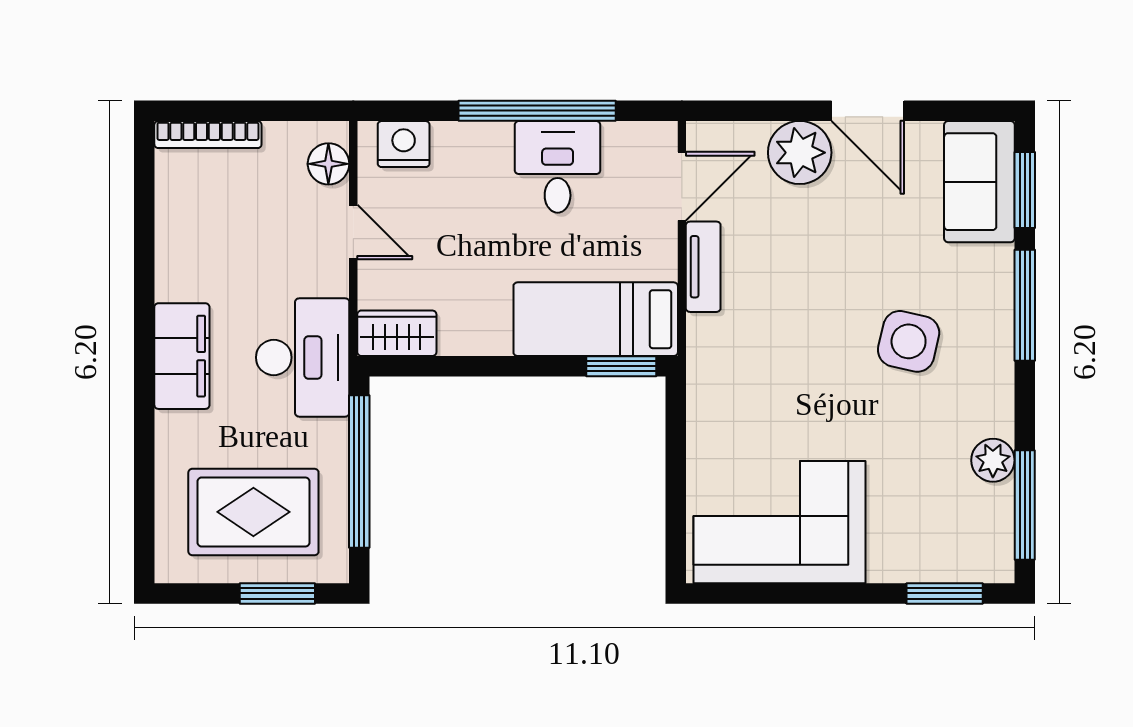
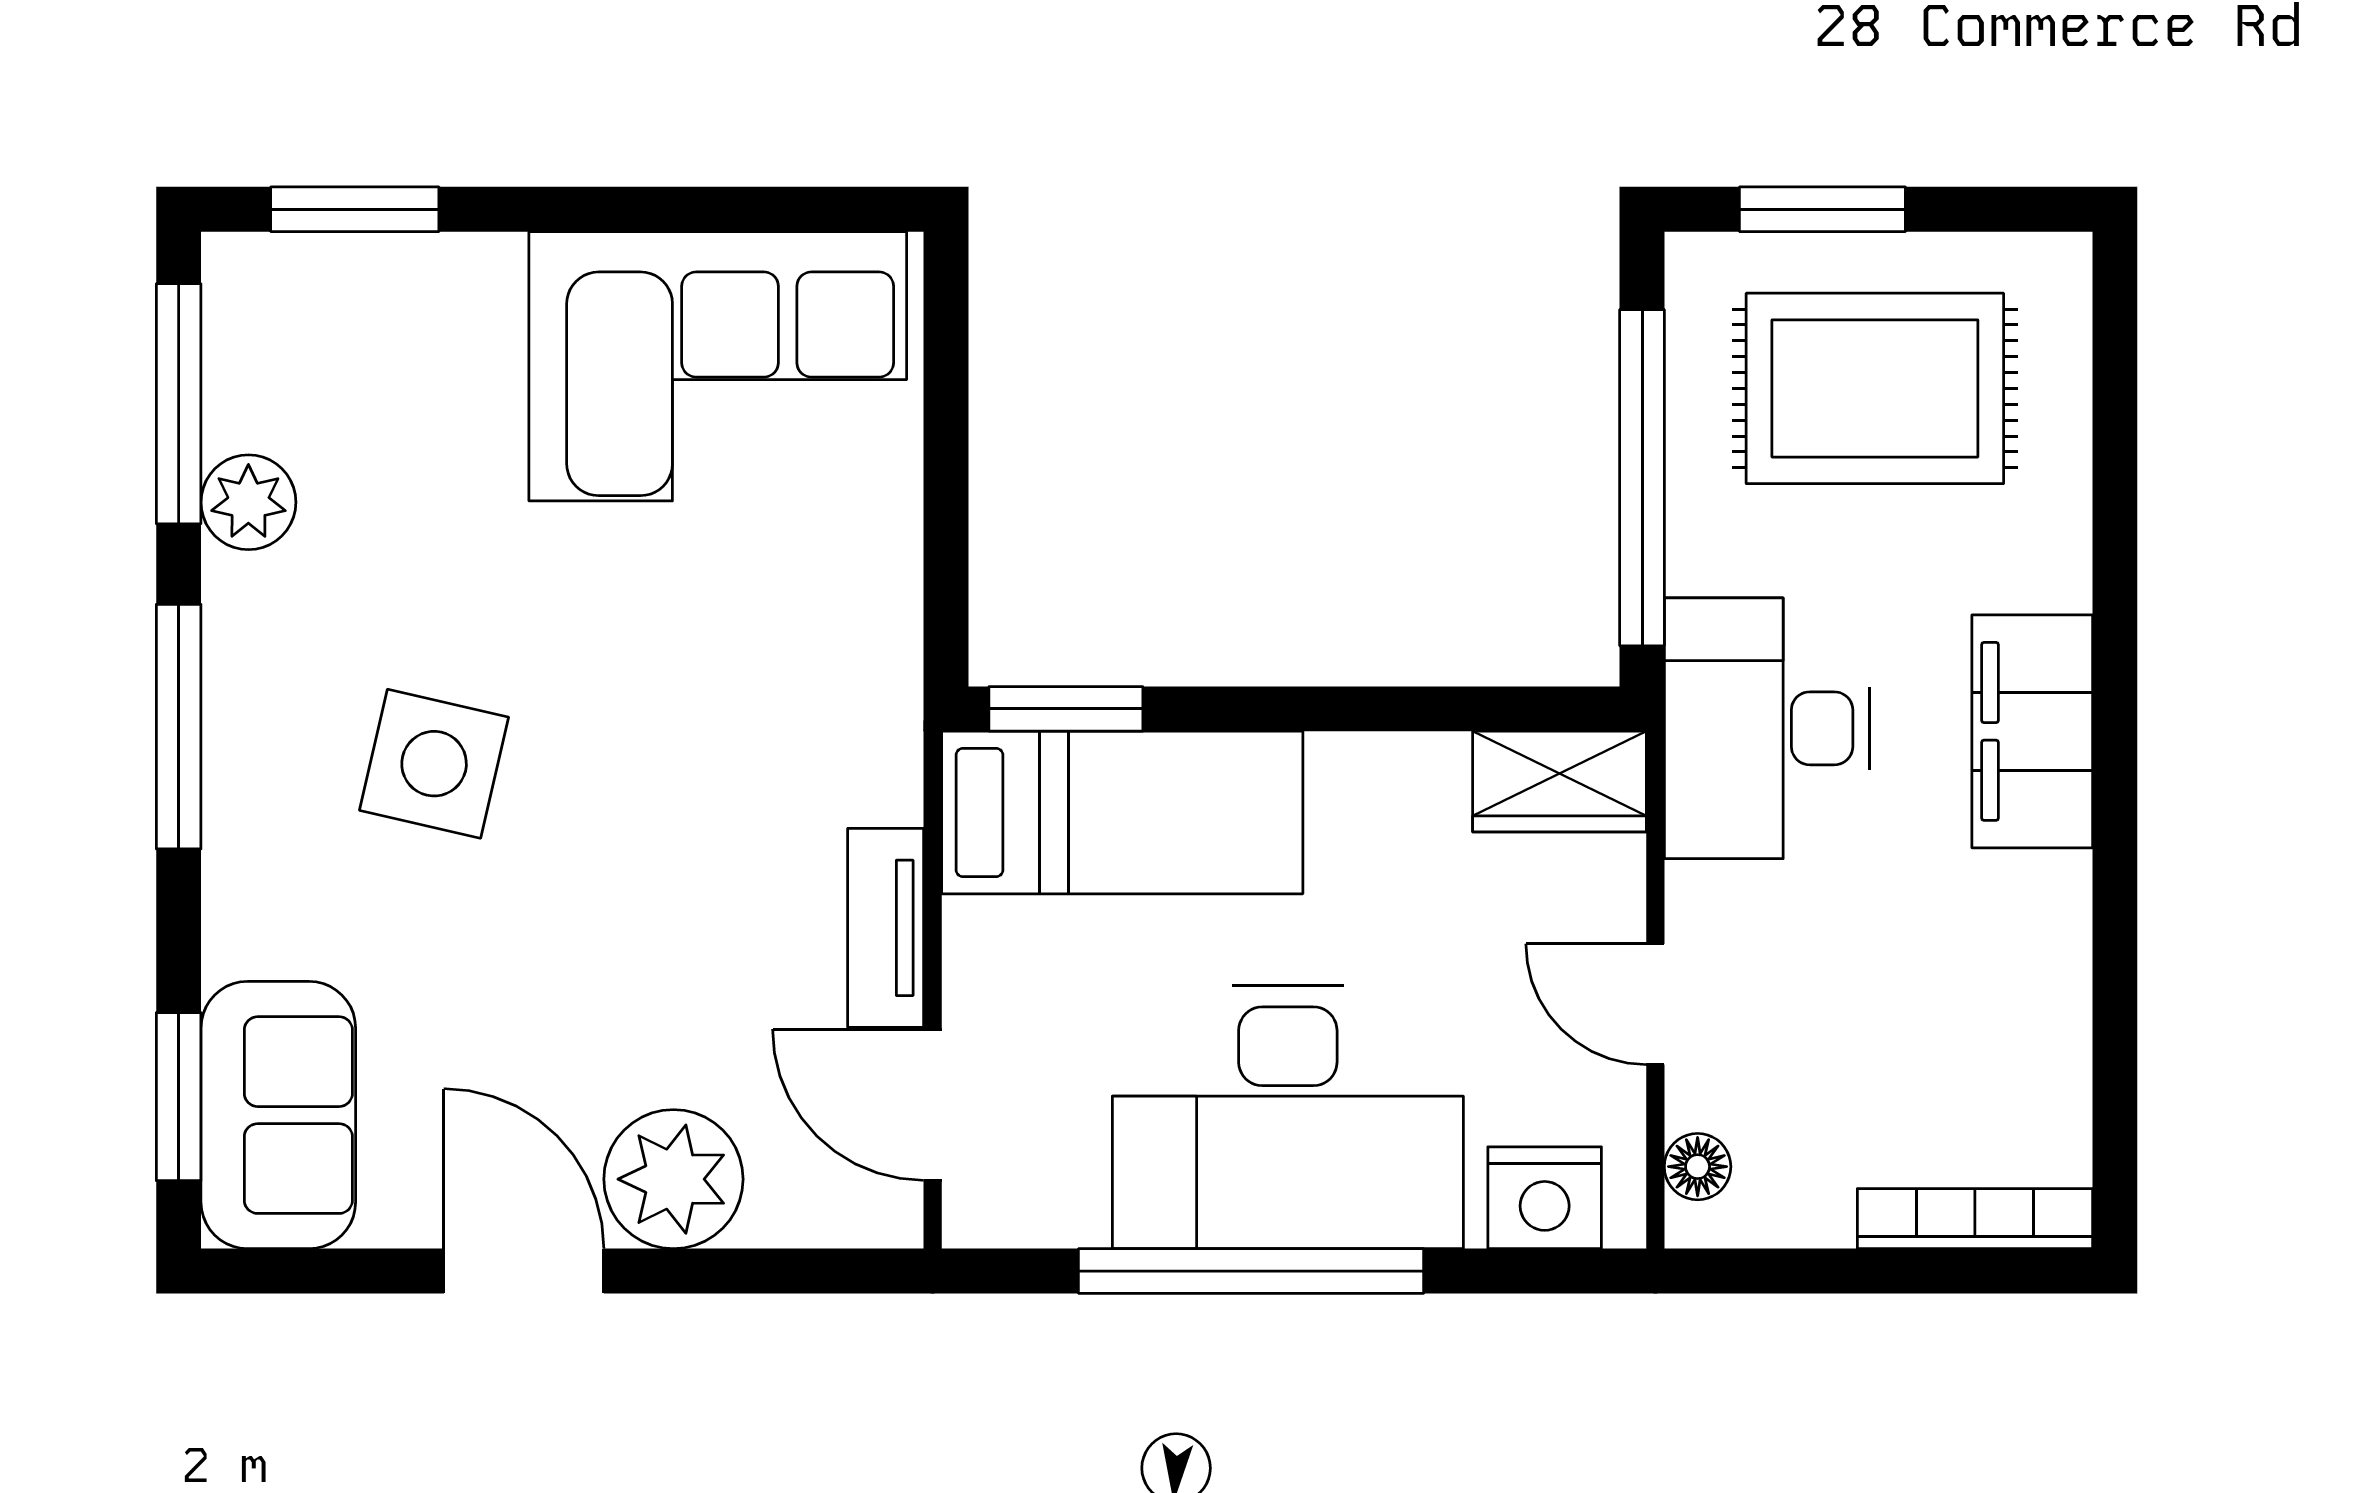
floor lamp: (328, 164) -> (1698, 1167), width x0.73, depth x0.73
desk: (558, 167) -> (1288, 1117), width x1.87, depth x1.30
door: (682, 186) -> (933, 1105), hinge flipped
window: (1025, 305) -> (179, 727), moved

